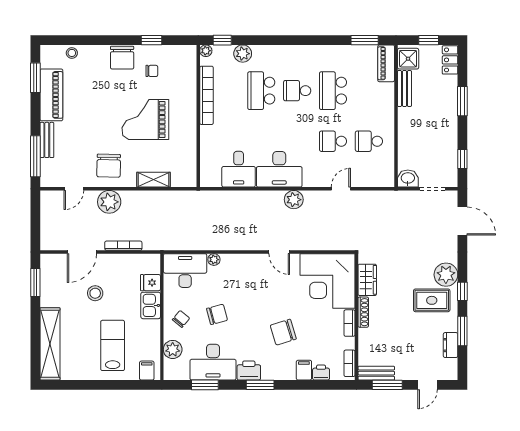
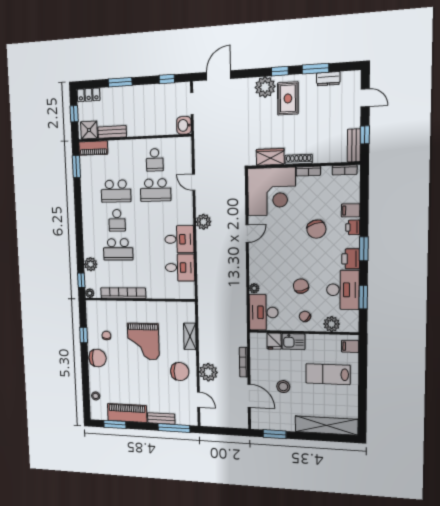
school desk: (333, 141) -> (156, 190), width x1.85
desk: (279, 169) -> (179, 239), width x0.73
printer: (321, 373) -> (353, 227), moved
window: (387, 385) -> (365, 135), width x0.67

